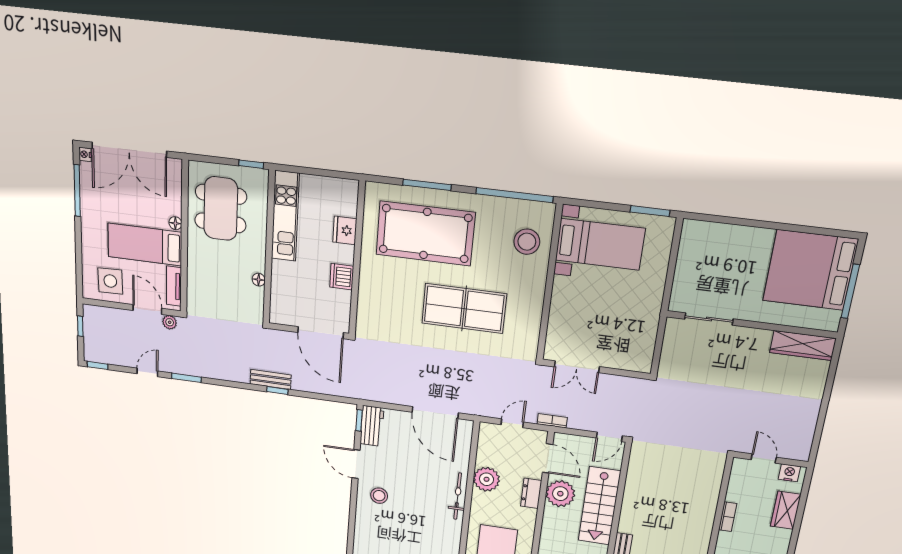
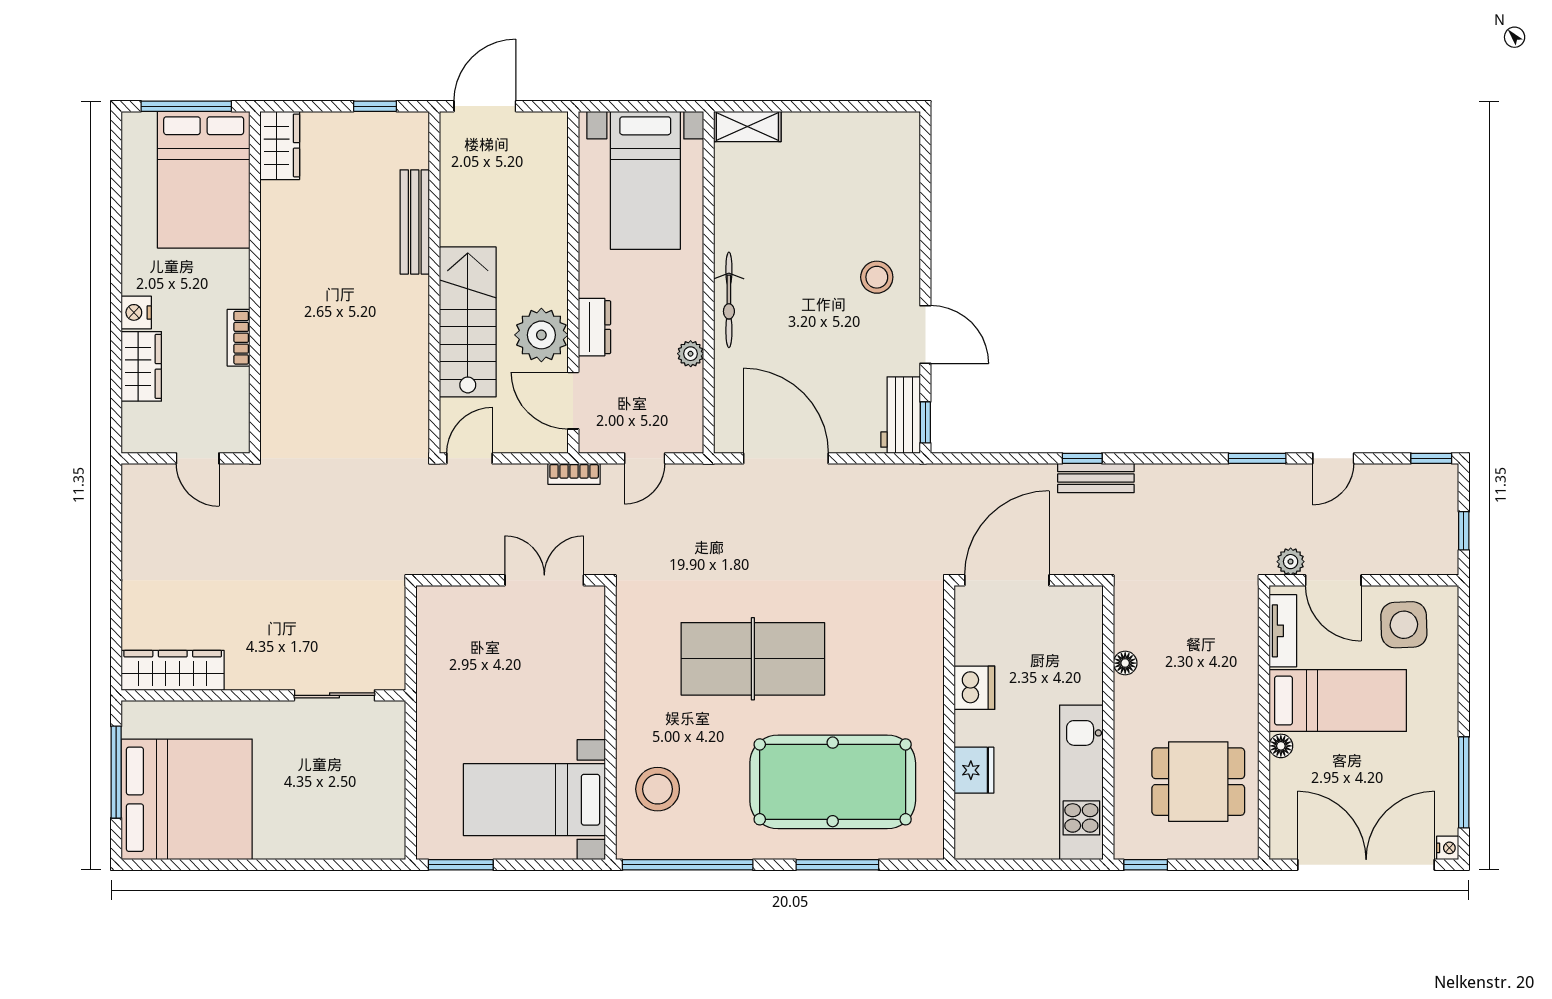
dining table: (221, 209) -> (1198, 782), width x0.73
door: (321, 333) -> (1007, 580), hinge flipped
nightstand: (789, 473) -> (136, 312), moved, turned 90
plant: (487, 479) -> (691, 354), width x0.53, depth x0.53

